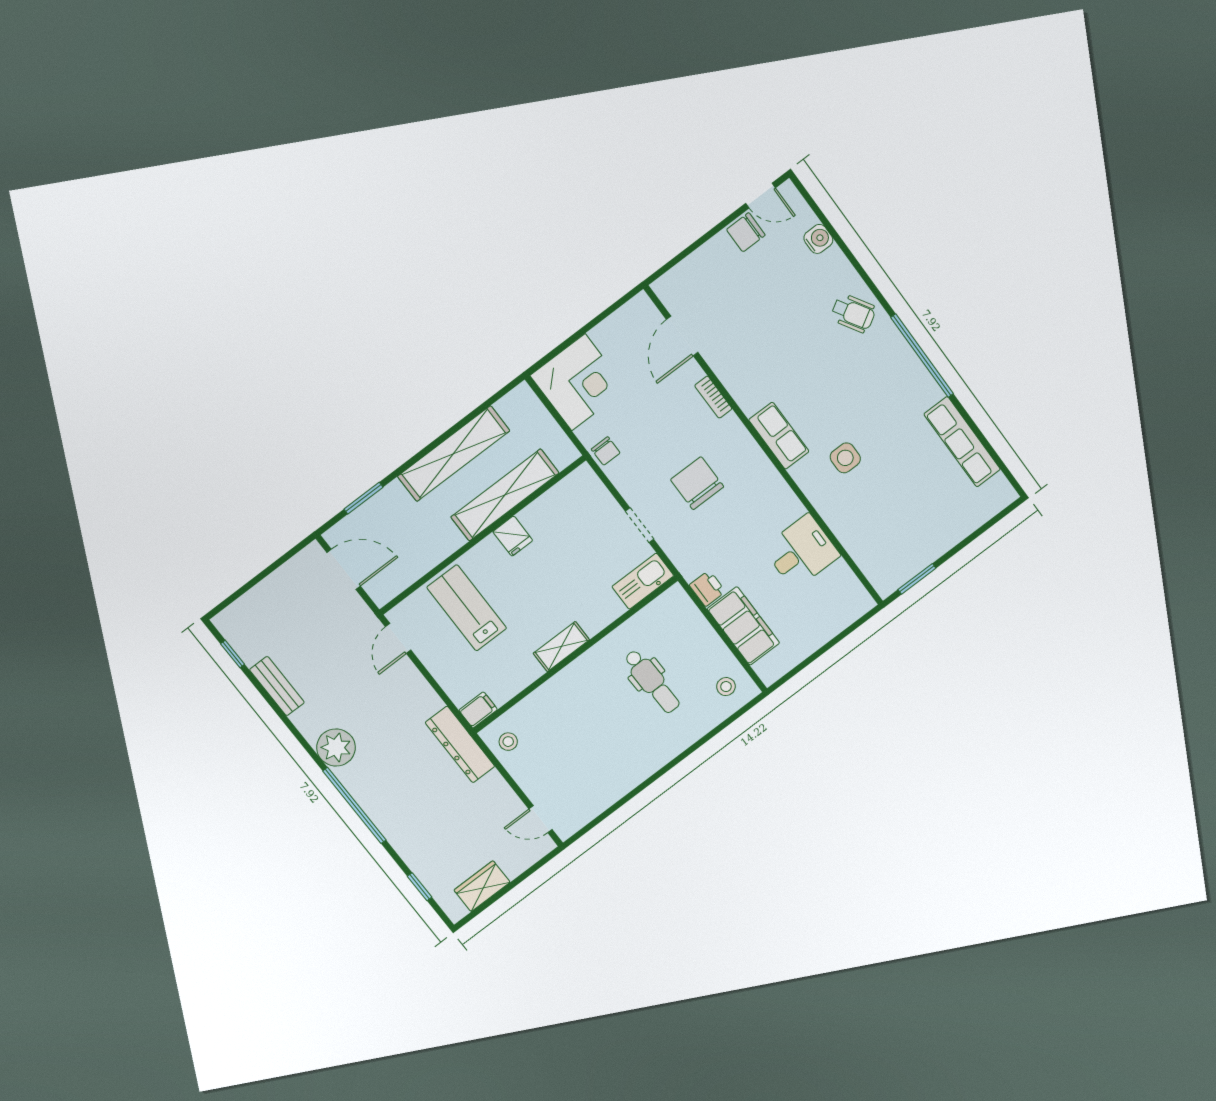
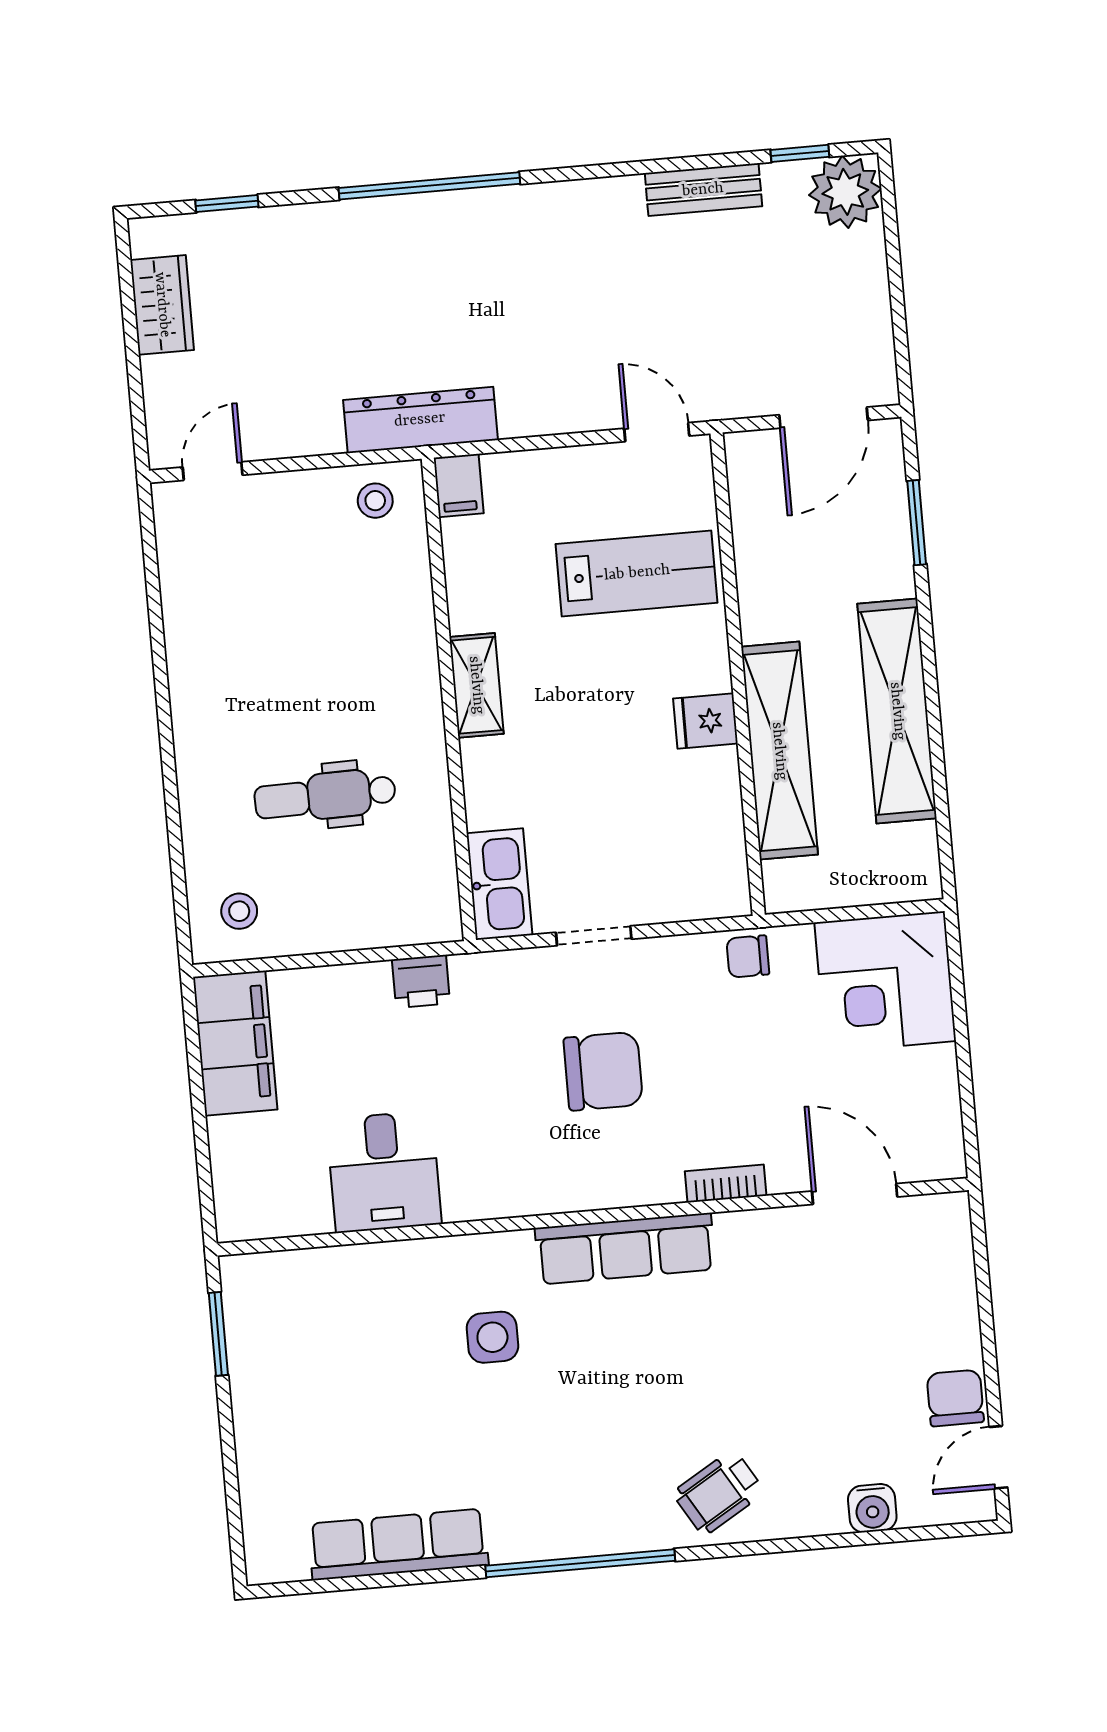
row of seats: (779, 436) -> (625, 1249), width x1.48
filing cabinet: (743, 626) -> (235, 1043), moved, turned -90
plant: (336, 747) -> (845, 192), moved

